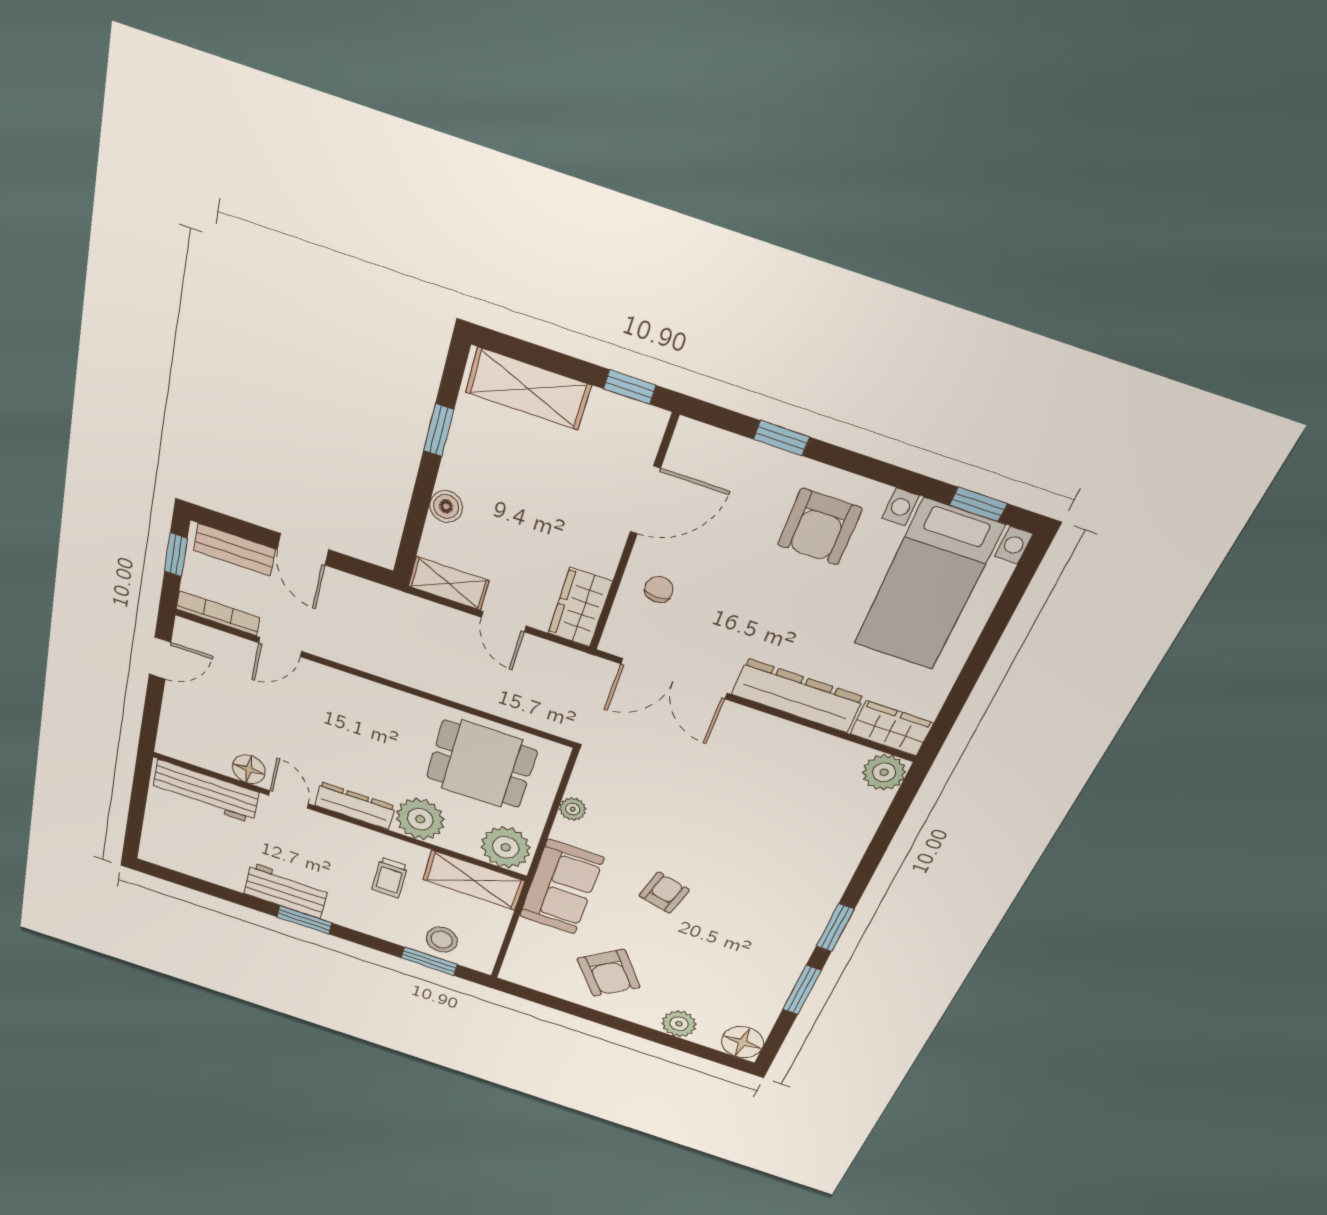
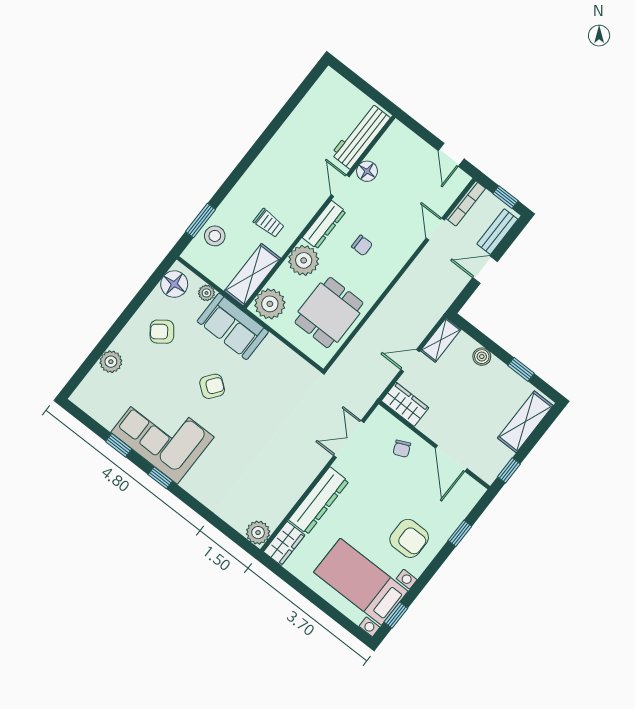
armchair: (820, 527) -> (409, 538), turned 180
chair: (659, 589) -> (402, 449), turned 66
double door: (674, 679) -> (349, 439), width x0.73
chair: (358, 746) -> (362, 245), added
door: (289, 799) -> (340, 186), swing flipped
plant: (573, 809) -> (207, 293), moved
trolley: (390, 878) -> (269, 223), turned 180
workbench: (286, 891) -> (278, 152), removed
armchair: (664, 893) -> (212, 386), turned -66
window: (304, 920) -> (253, 153), removed
window: (835, 928) -> (160, 478), width x0.67
corner sofa: (765, 939) -> (162, 435), added
armchair: (609, 973) -> (162, 332), width x0.72, depth x0.72
window: (802, 990) -> (119, 445), width x0.67
floor lamp: (742, 1042) -> (174, 284), moved

